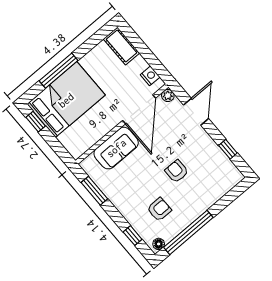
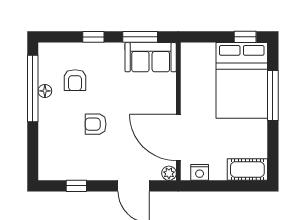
sofa: (116, 148) -> (151, 57), moved, turned -90
armchair: (177, 171) -> (96, 124), turned 180
window: (133, 236) -> (93, 37), moved
floor lamp: (159, 244) -> (45, 91), moved

